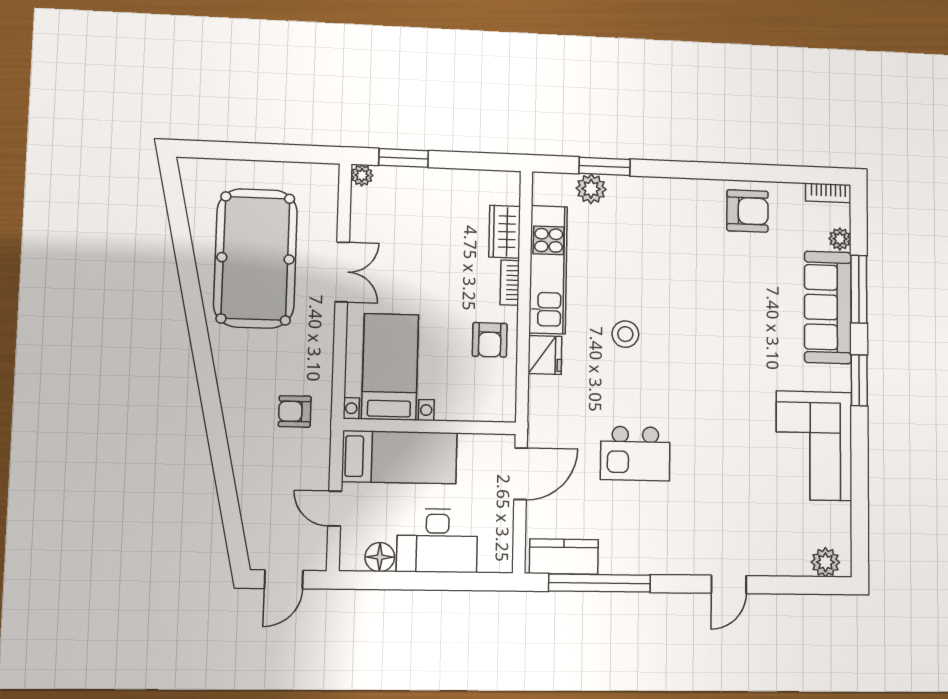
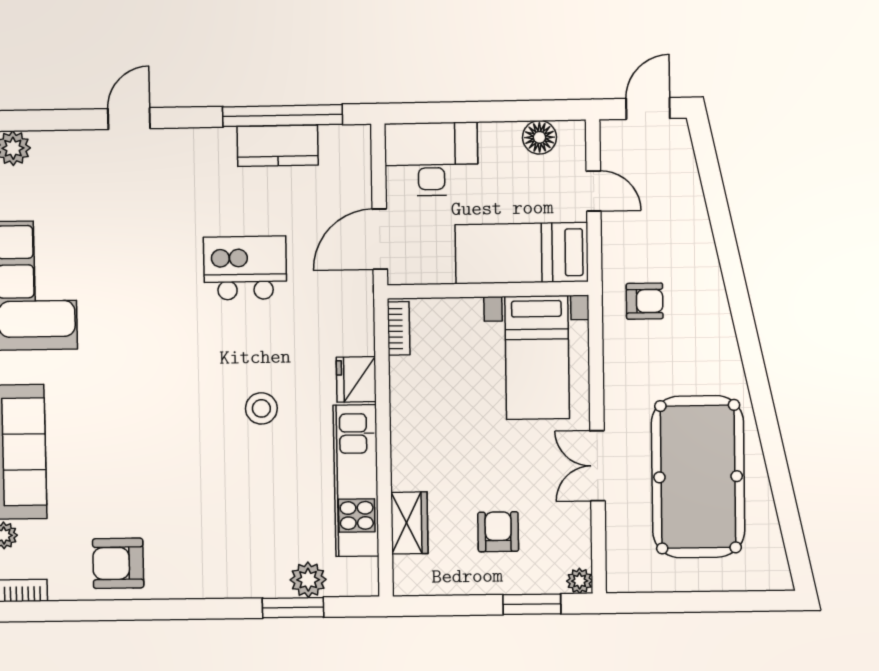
bookcase: (510, 283) -> (399, 328), moved
armchair: (490, 340) -> (498, 532), moved
desk: (437, 541) -> (431, 159), moved
kitchen counter: (564, 557) -> (278, 146), moved

